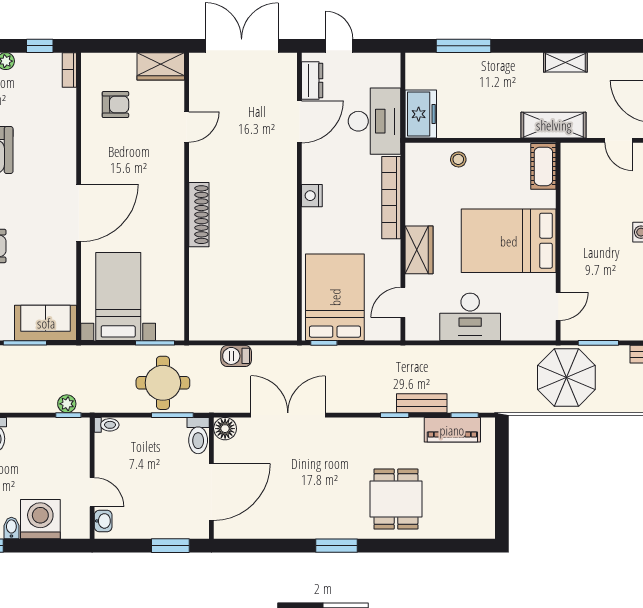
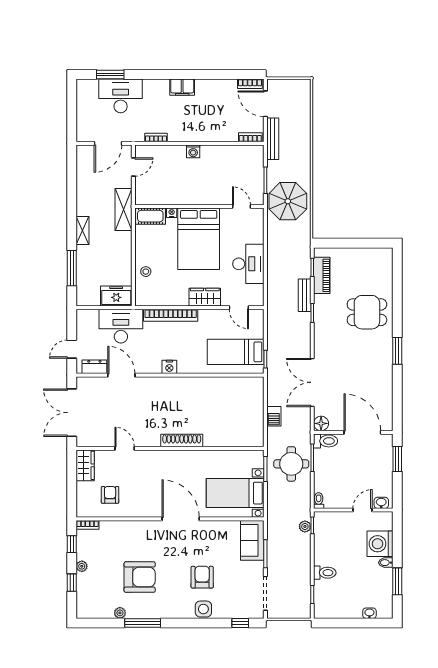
shelving: (565, 62) -> (83, 230), moved
nightstand: (549, 199) -> (172, 213), added
bed: (335, 297) -> (236, 352), width x0.67

